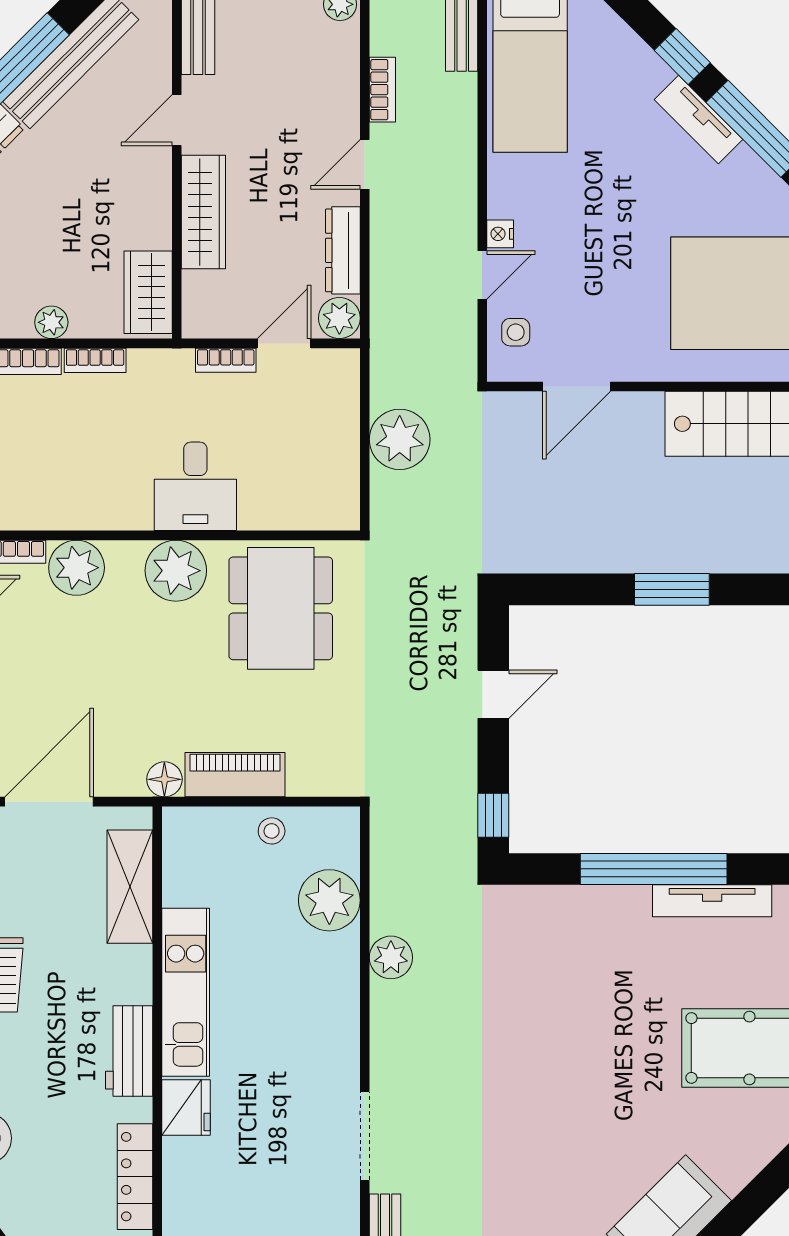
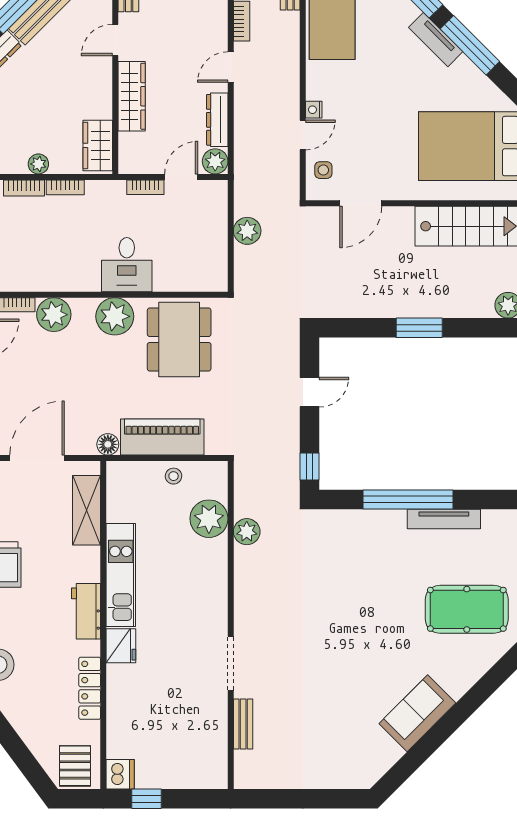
plant: (400, 439) -> (247, 231), width x0.73, depth x0.73
piano: (235, 775) -> (162, 437), width x1.37, depth x1.33
plant: (391, 957) -> (247, 532), moved

